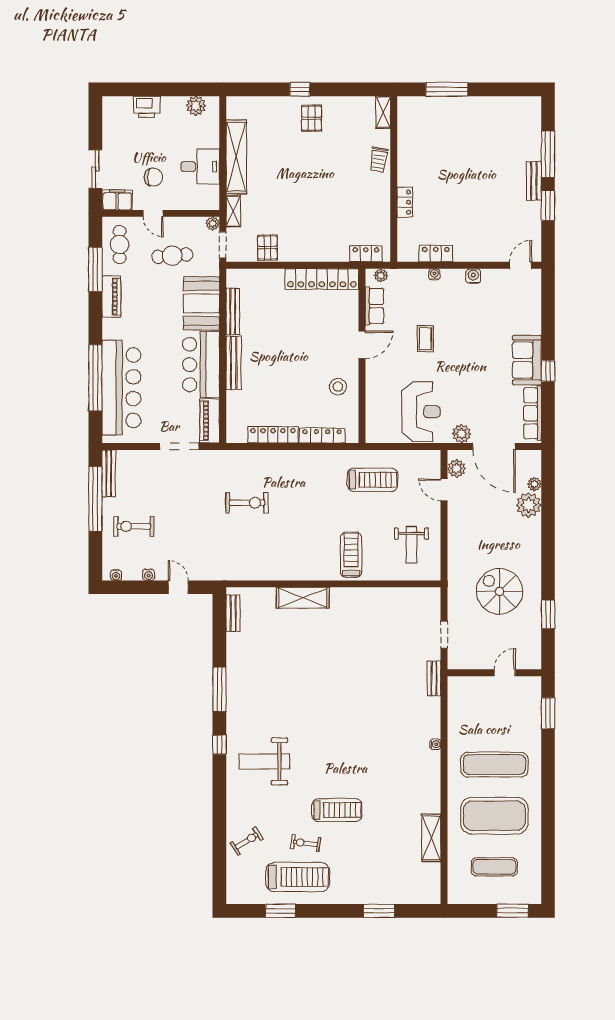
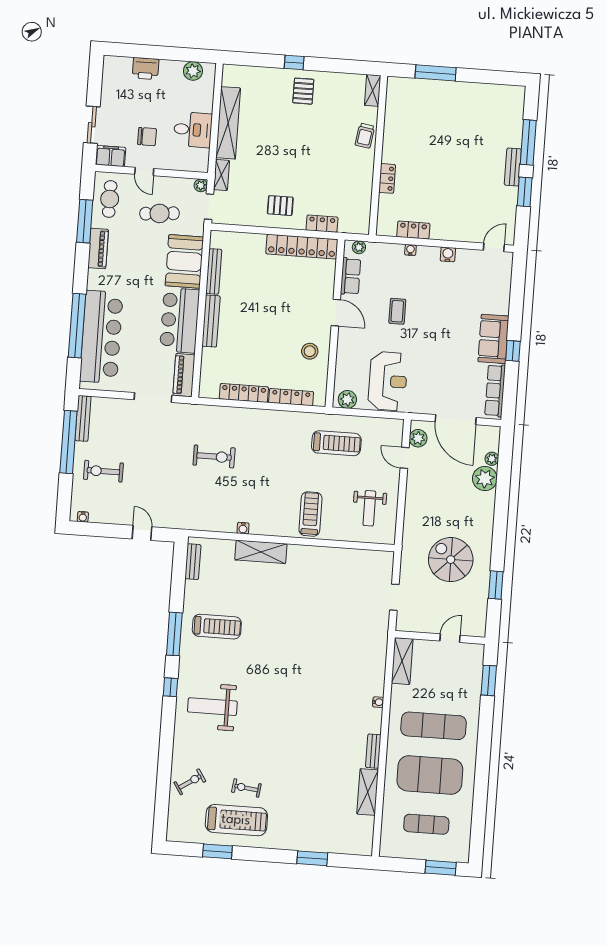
pallet: (267, 248) -> (280, 206), moved, turned 90
locker: (366, 254) -> (322, 224), moved
door: (362, 345) -> (336, 313), hinge flipped
plant: (462, 434) -> (347, 399), moved
water cooler: (149, 575) -> (243, 528), moved
bench: (434, 678) -> (373, 751), moved
shelving: (457, 700) -> (402, 661), added
treadmill: (337, 810) -> (217, 627), moved

